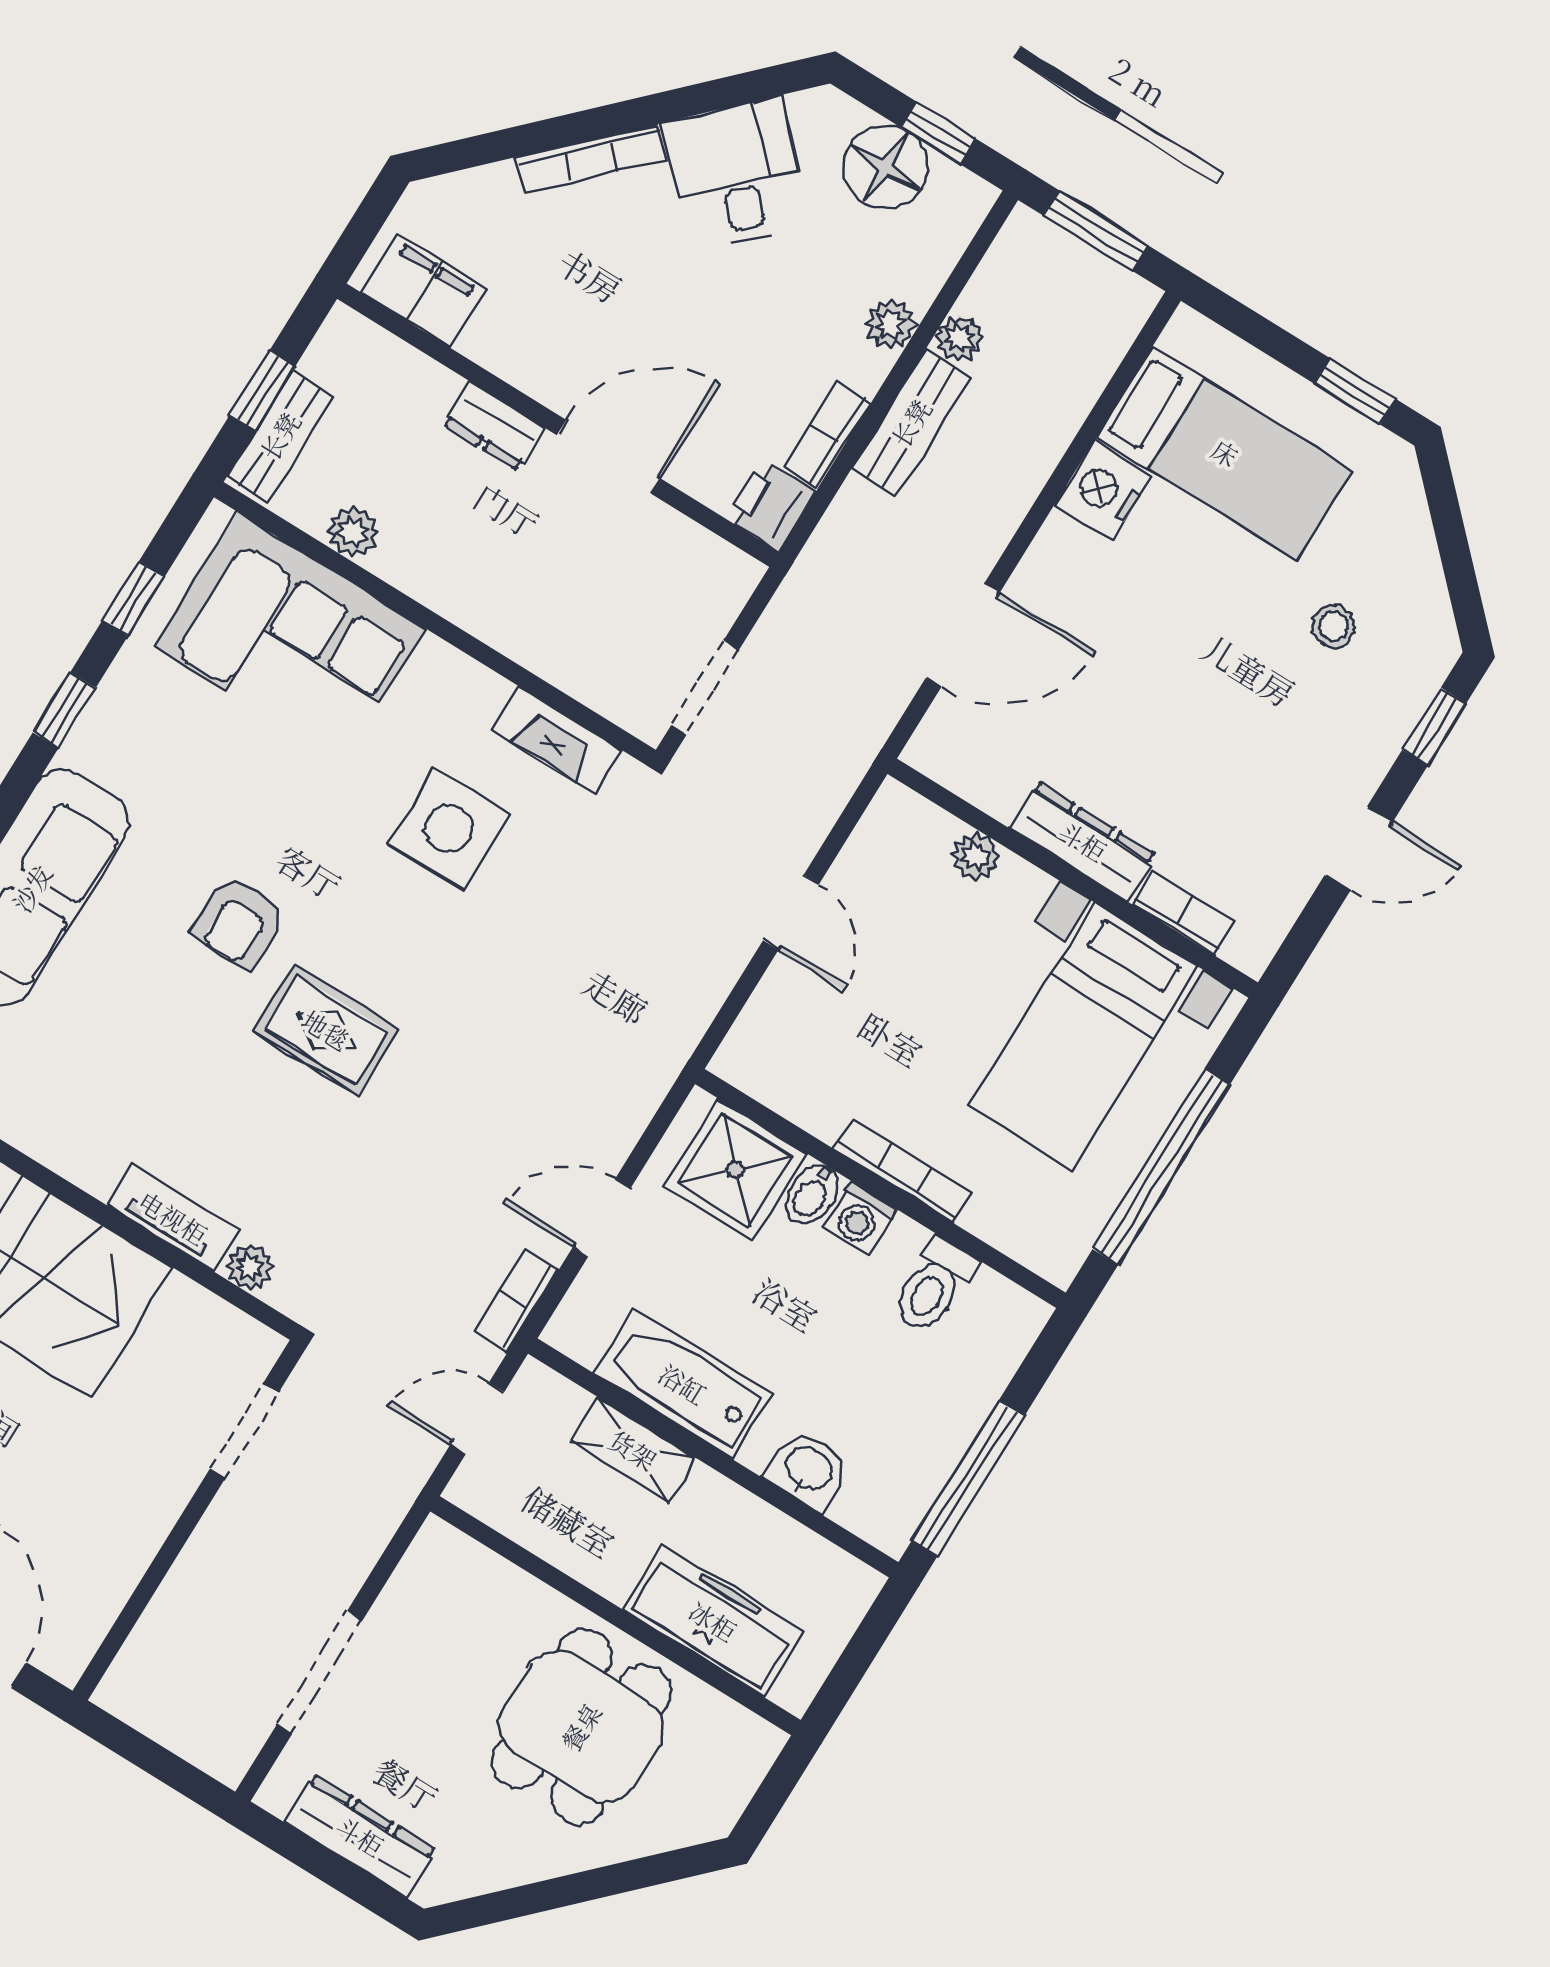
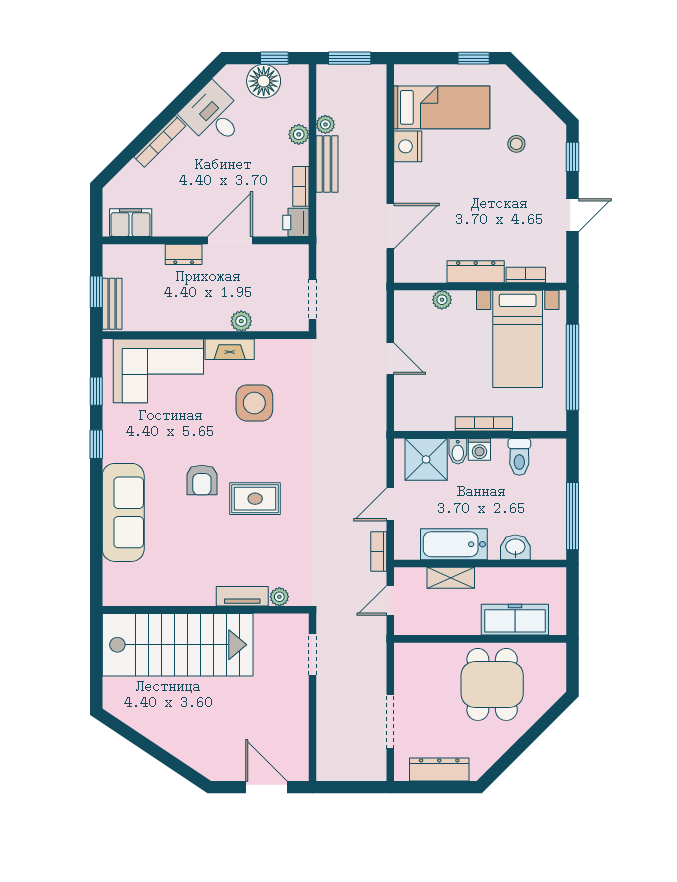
plant: (353, 532) -> (241, 321), moved
fireplace: (556, 740) -> (230, 349), moved

